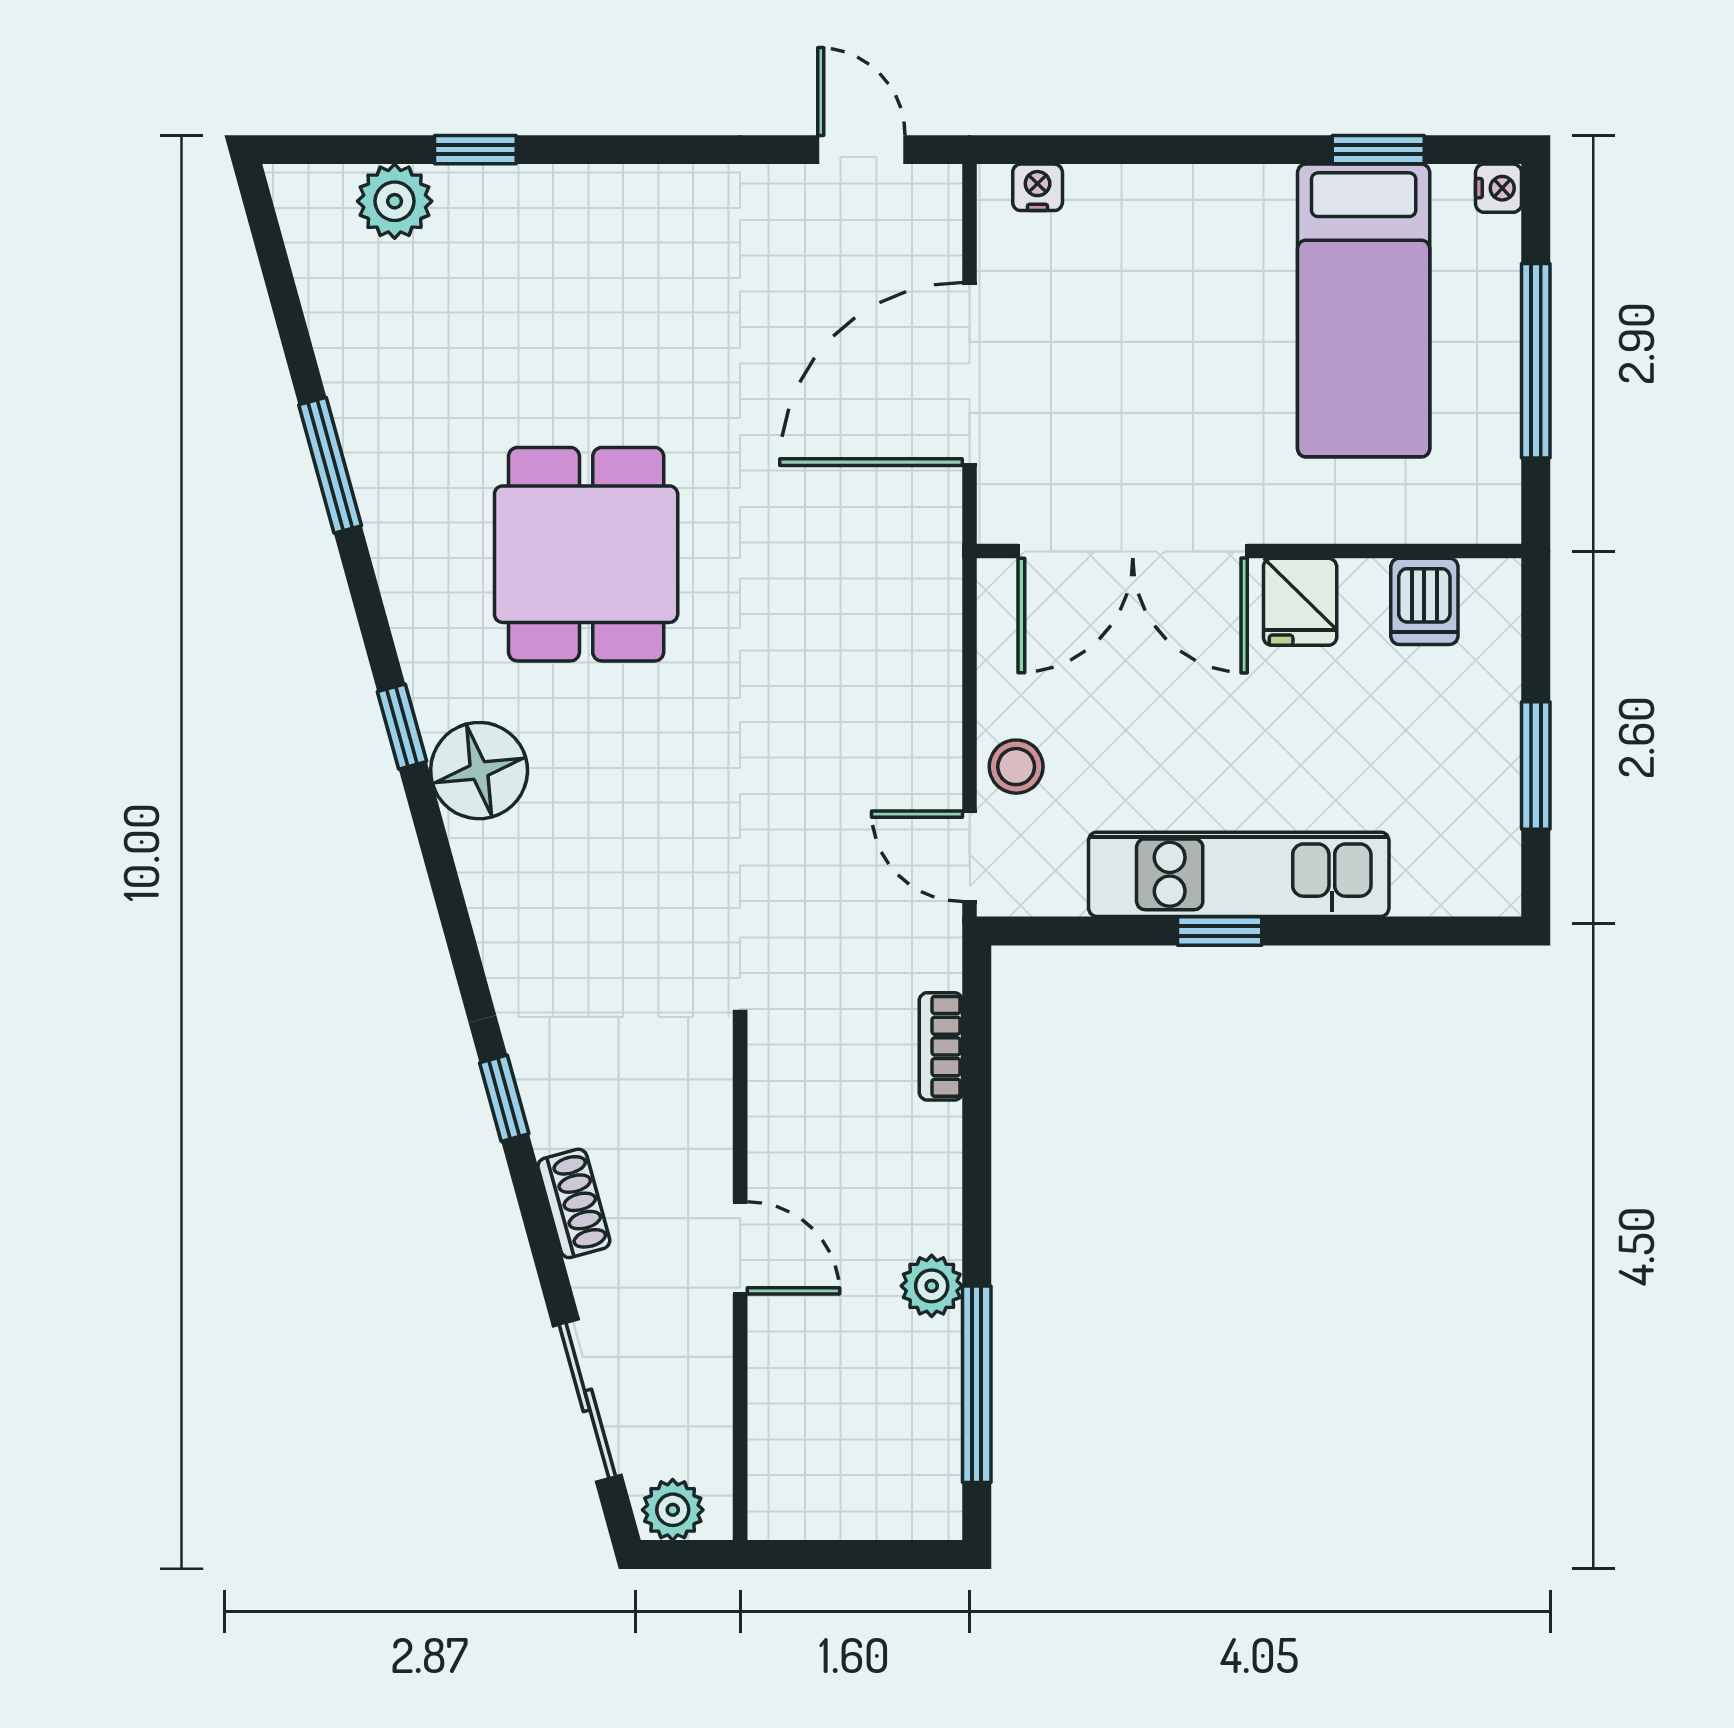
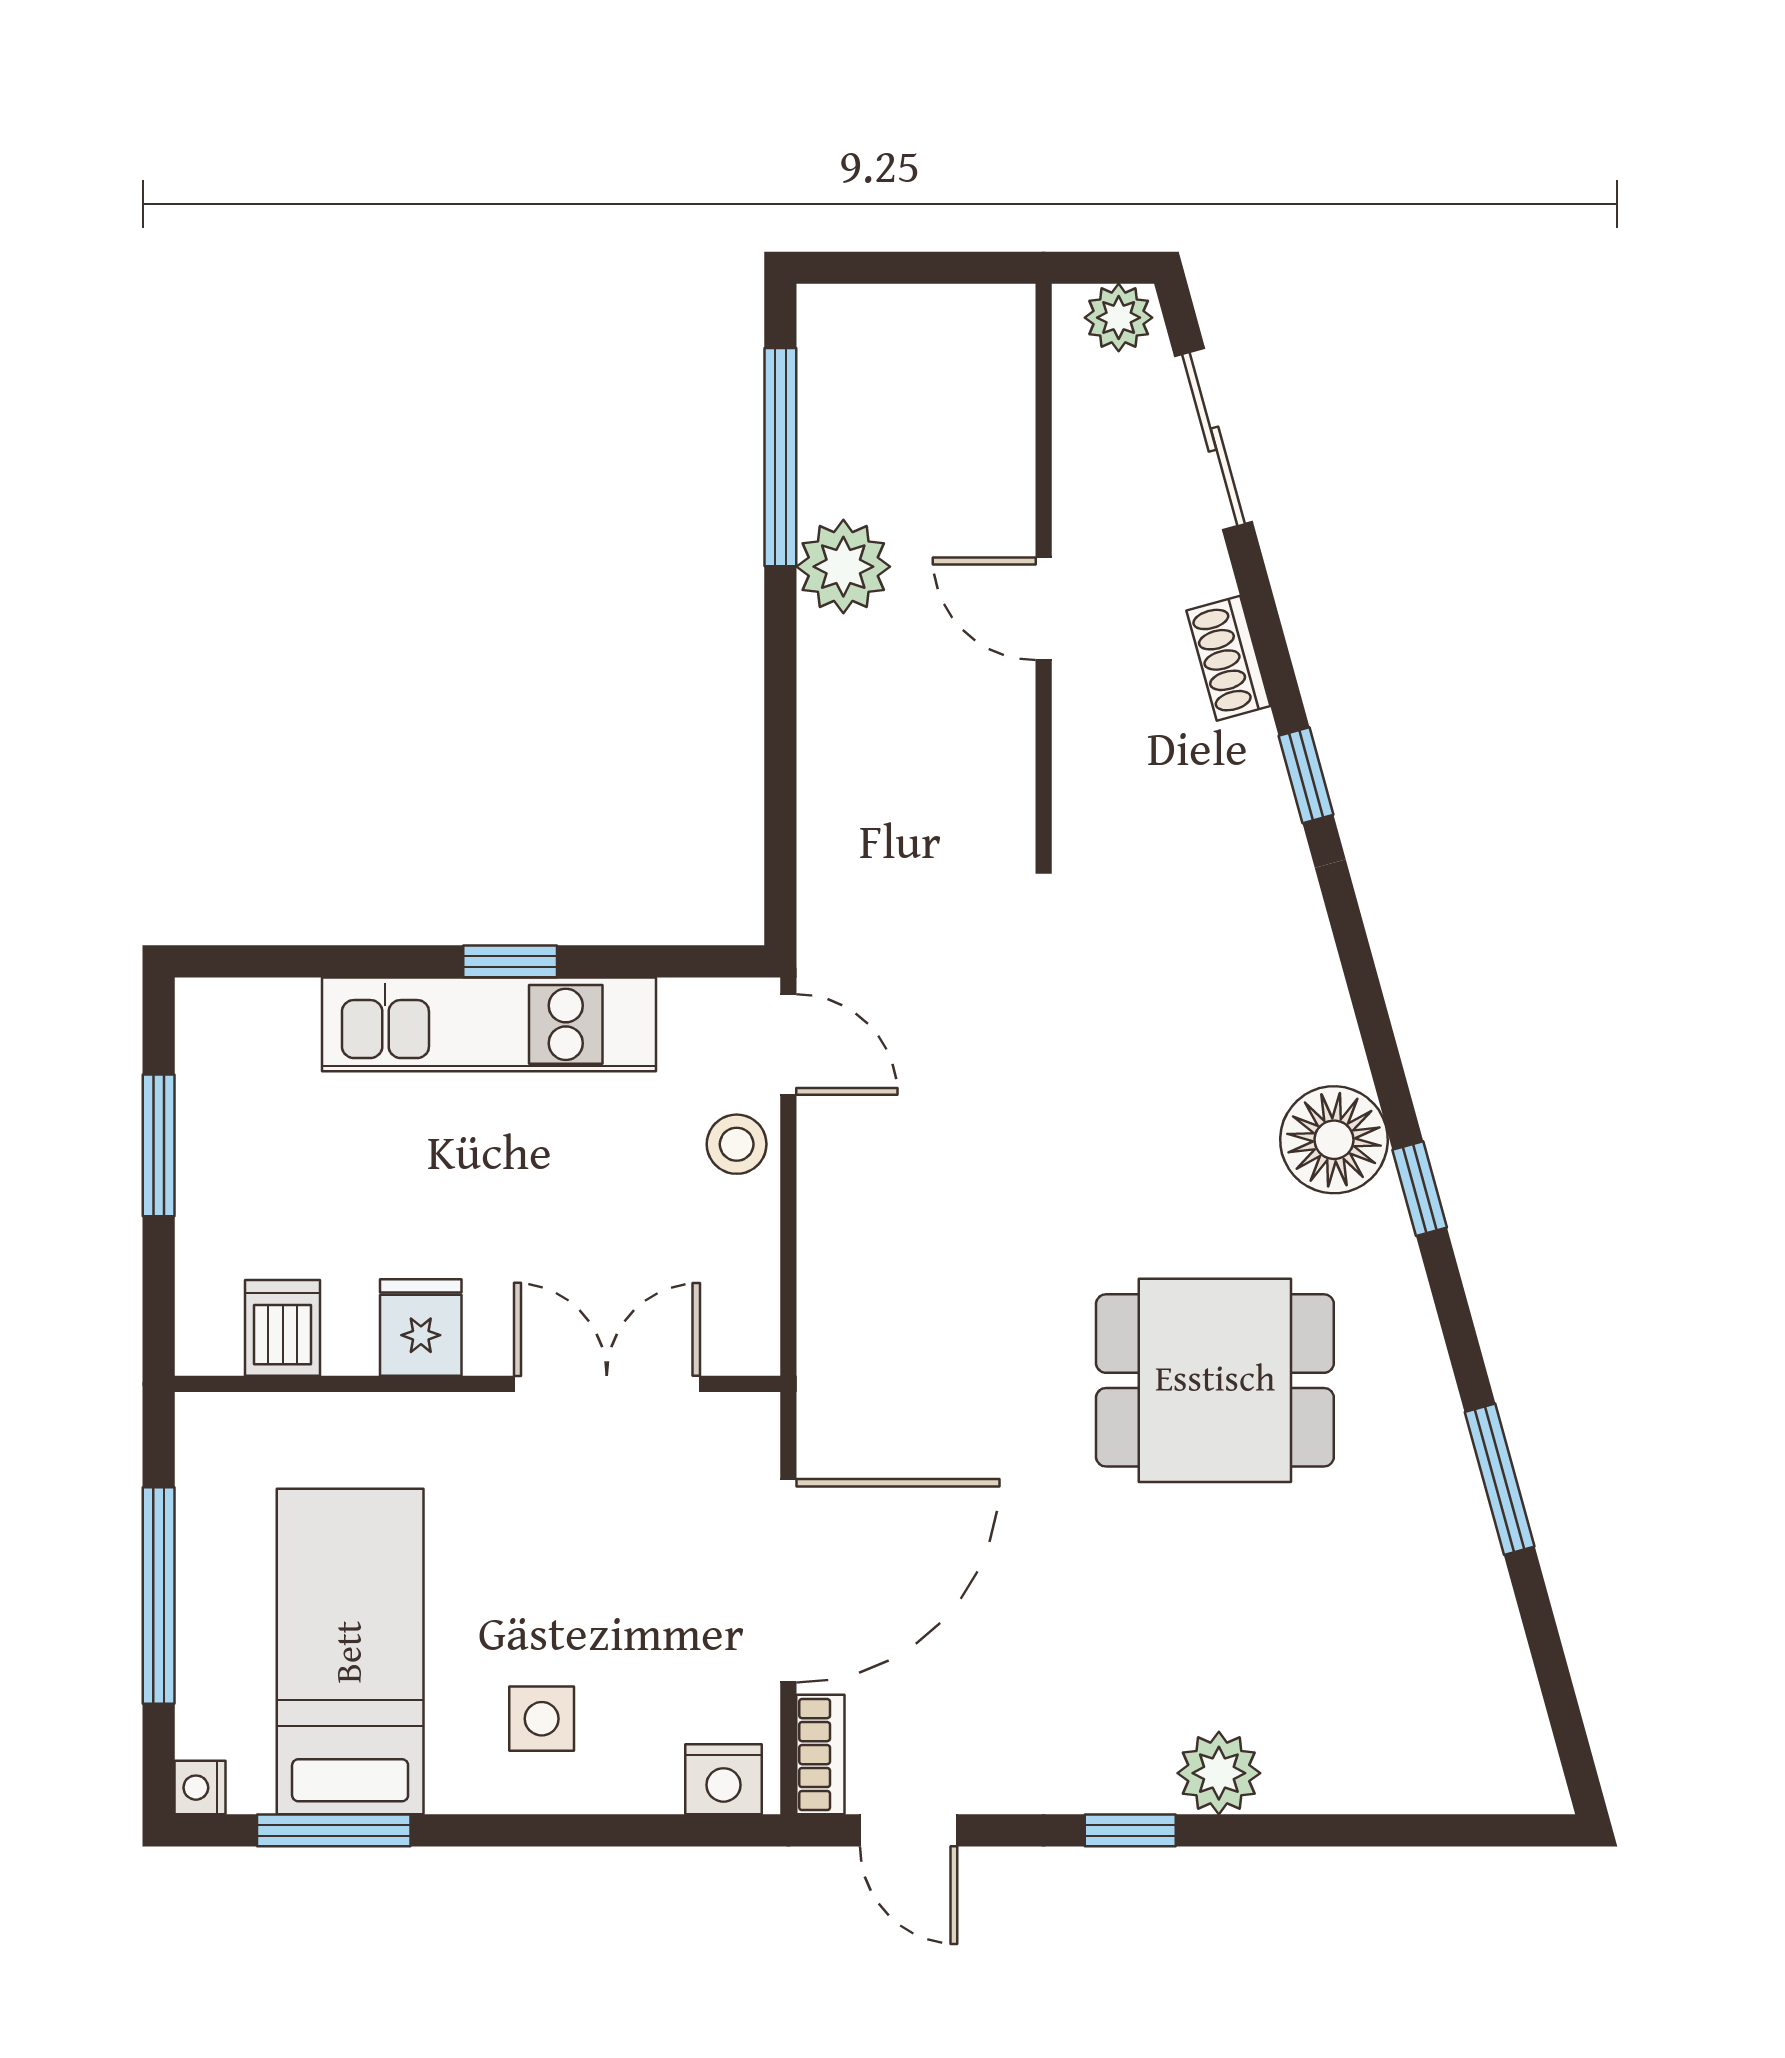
window: (475, 150) -> (1130, 1830), moved
window: (1378, 150) -> (334, 1830), width x1.50
nightstand: (1038, 187) -> (724, 1779), width x1.39, depth x1.35
plant: (395, 201) -> (1219, 1773), moved
side table: (1191, 250) -> (542, 1719), added
double door: (1133, 551) -> (607, 1384), width x0.73
dining table: (586, 554) -> (1215, 1380), turned 90
bookcase: (941, 1046) -> (820, 1755), moved
plant: (932, 1286) -> (843, 567), width x1.38, depth x1.38

